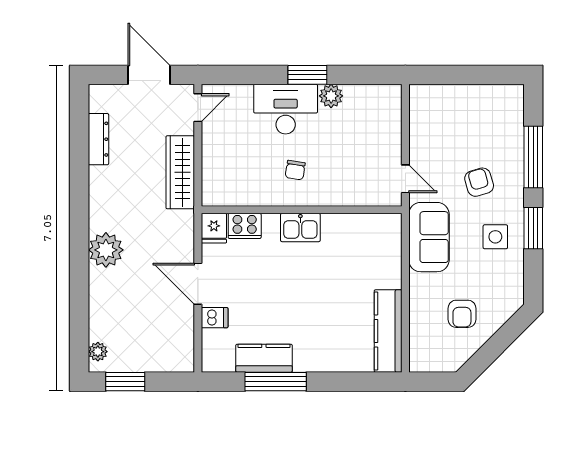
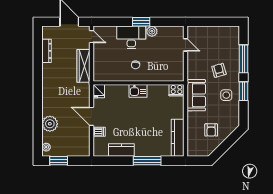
door: (198, 108) -> (92, 37), hinge flipped
door: (405, 179) -> (185, 45), moved
cooker: (245, 226) -> (177, 90), moved
plant: (106, 250) -> (50, 124), moved
window: (276, 382) -> (147, 161), moved

